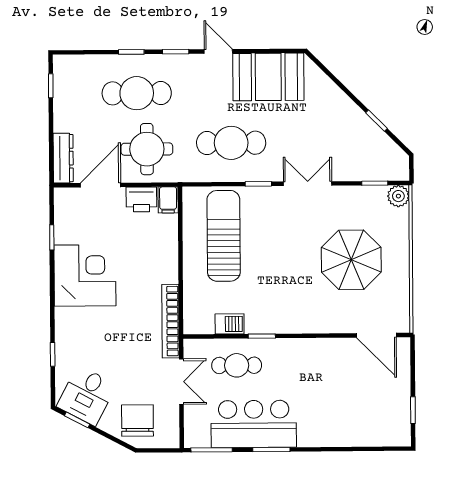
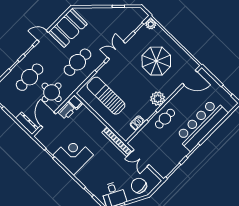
plant: (297, 318) -> (158, 99), added
cafe table: (237, 365) -> (165, 119), moved
double door: (181, 382) -> (141, 158), swing flipped
bar counter: (254, 424) -> (202, 125), moved, width x1.36

